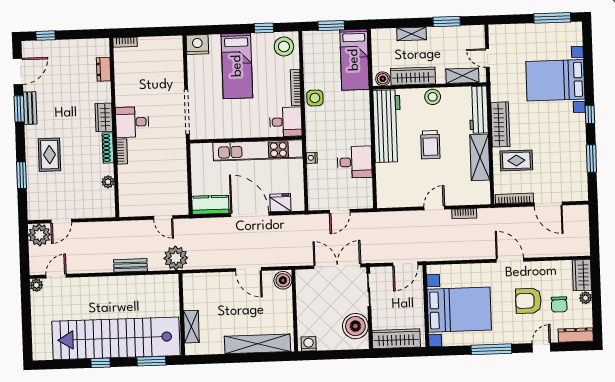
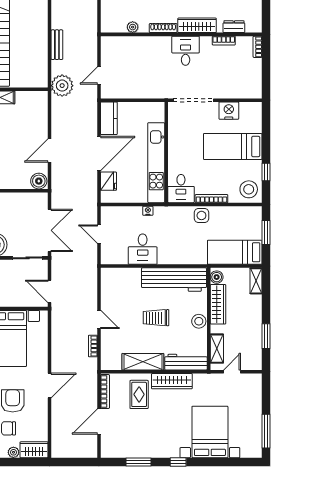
shelving: (412, 34) -> (256, 281), moved
nightstand: (197, 45) -> (229, 111), moved, turned -90
wardrobe: (104, 117) -> (197, 25), width x1.50
bookcase: (122, 151) -> (224, 41), moved

